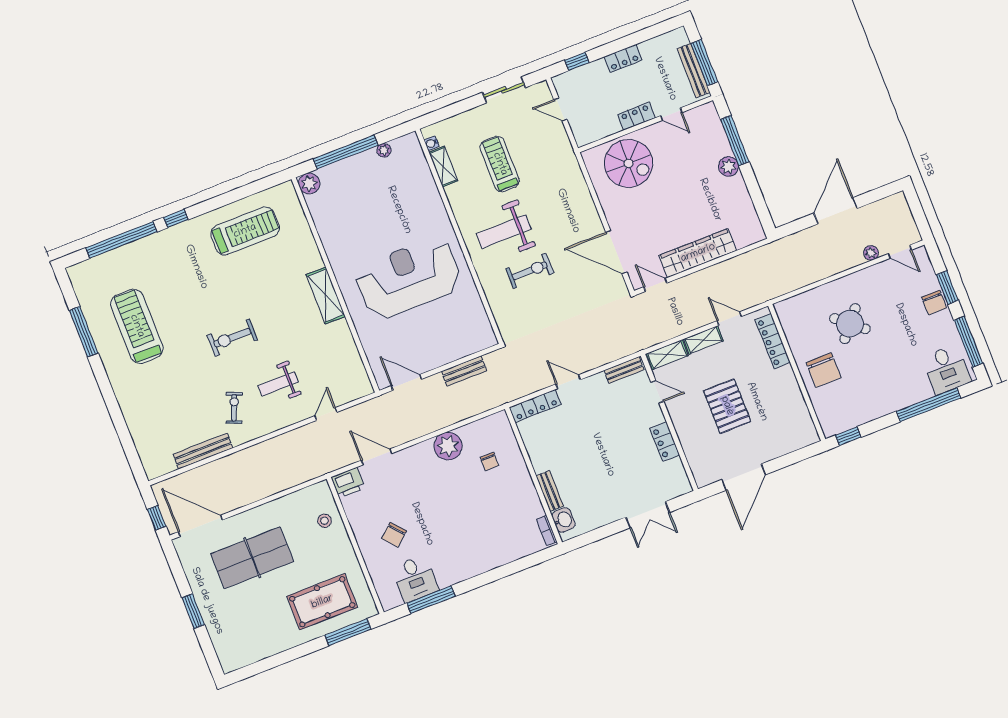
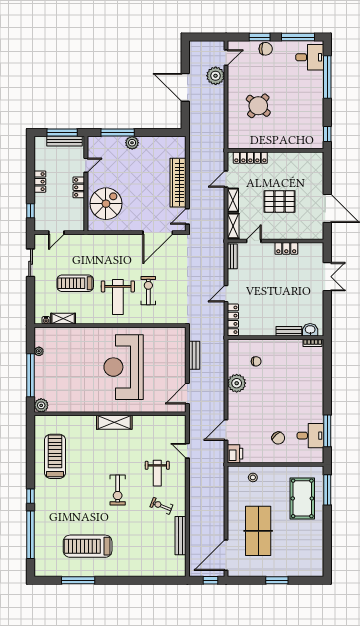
plant: (871, 253) -> (216, 76), width x1.87, depth x1.87
chair: (824, 370) -> (281, 133), removed

